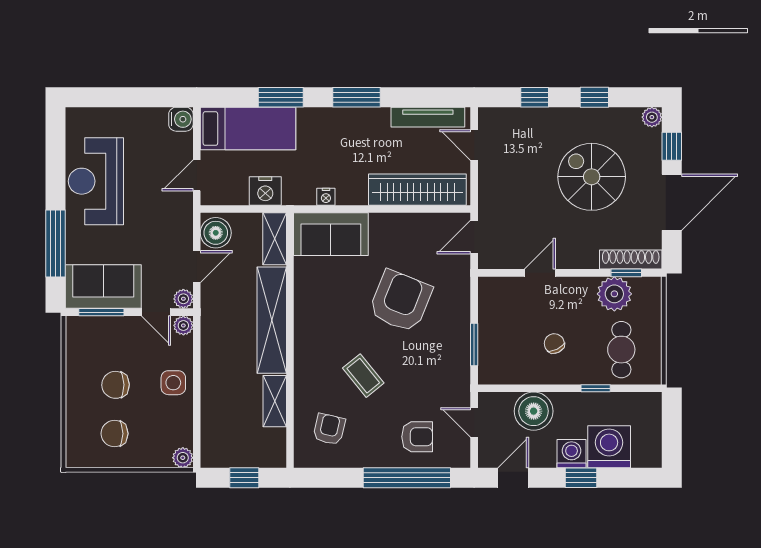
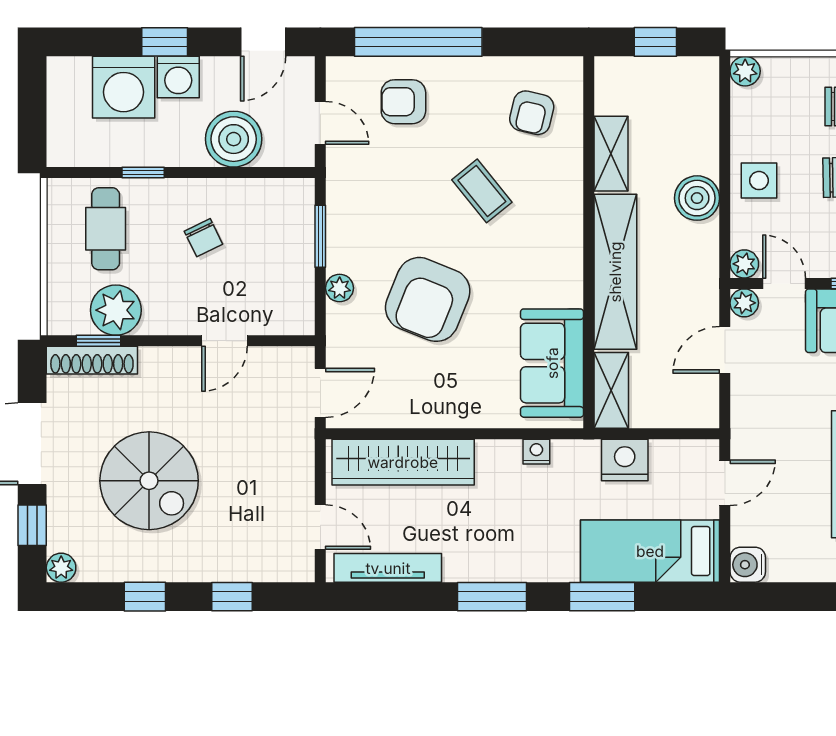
boiler: (216, 233) -> (697, 198), moved
sofa: (331, 234) -> (552, 363), moved, turned -90
plant: (461, 309) -> (340, 288), added

